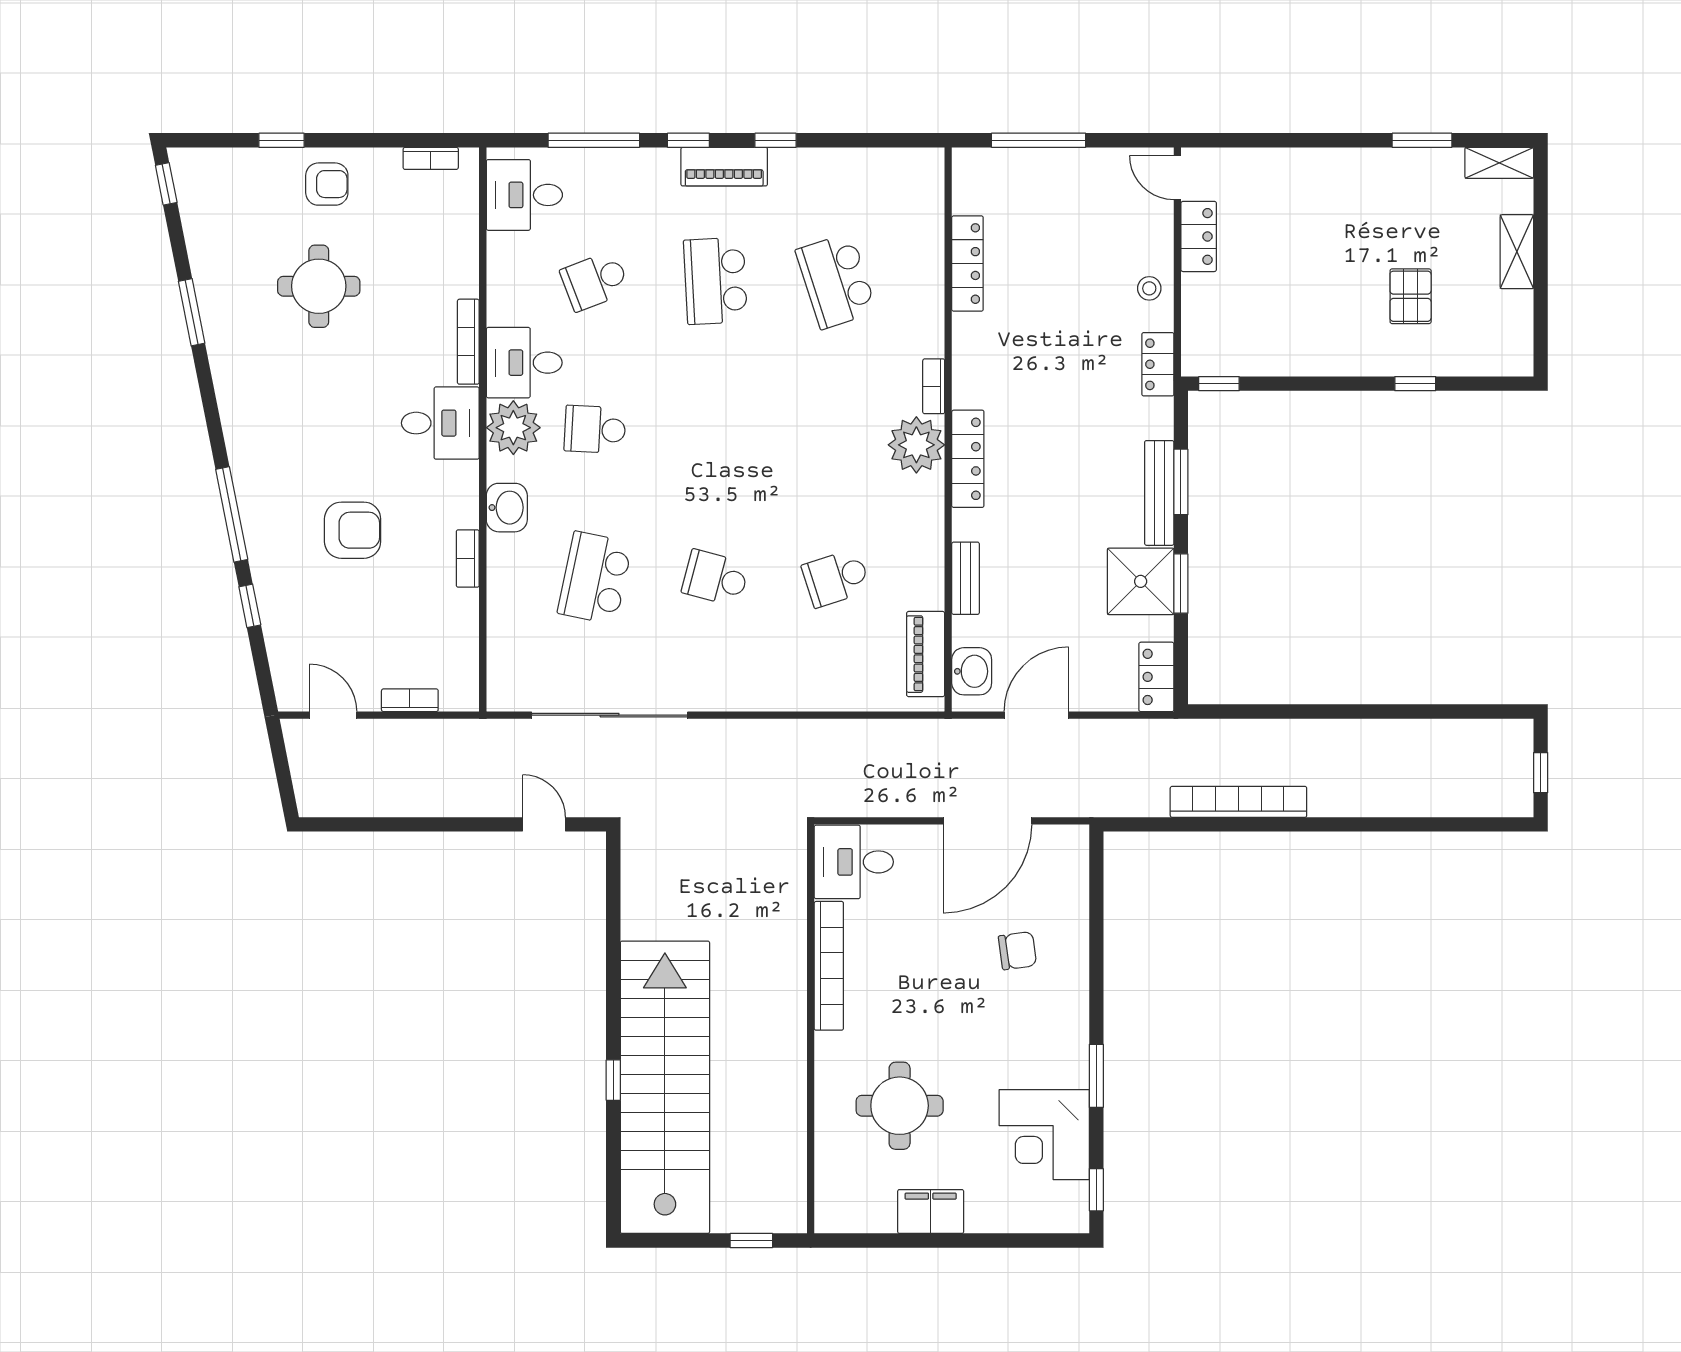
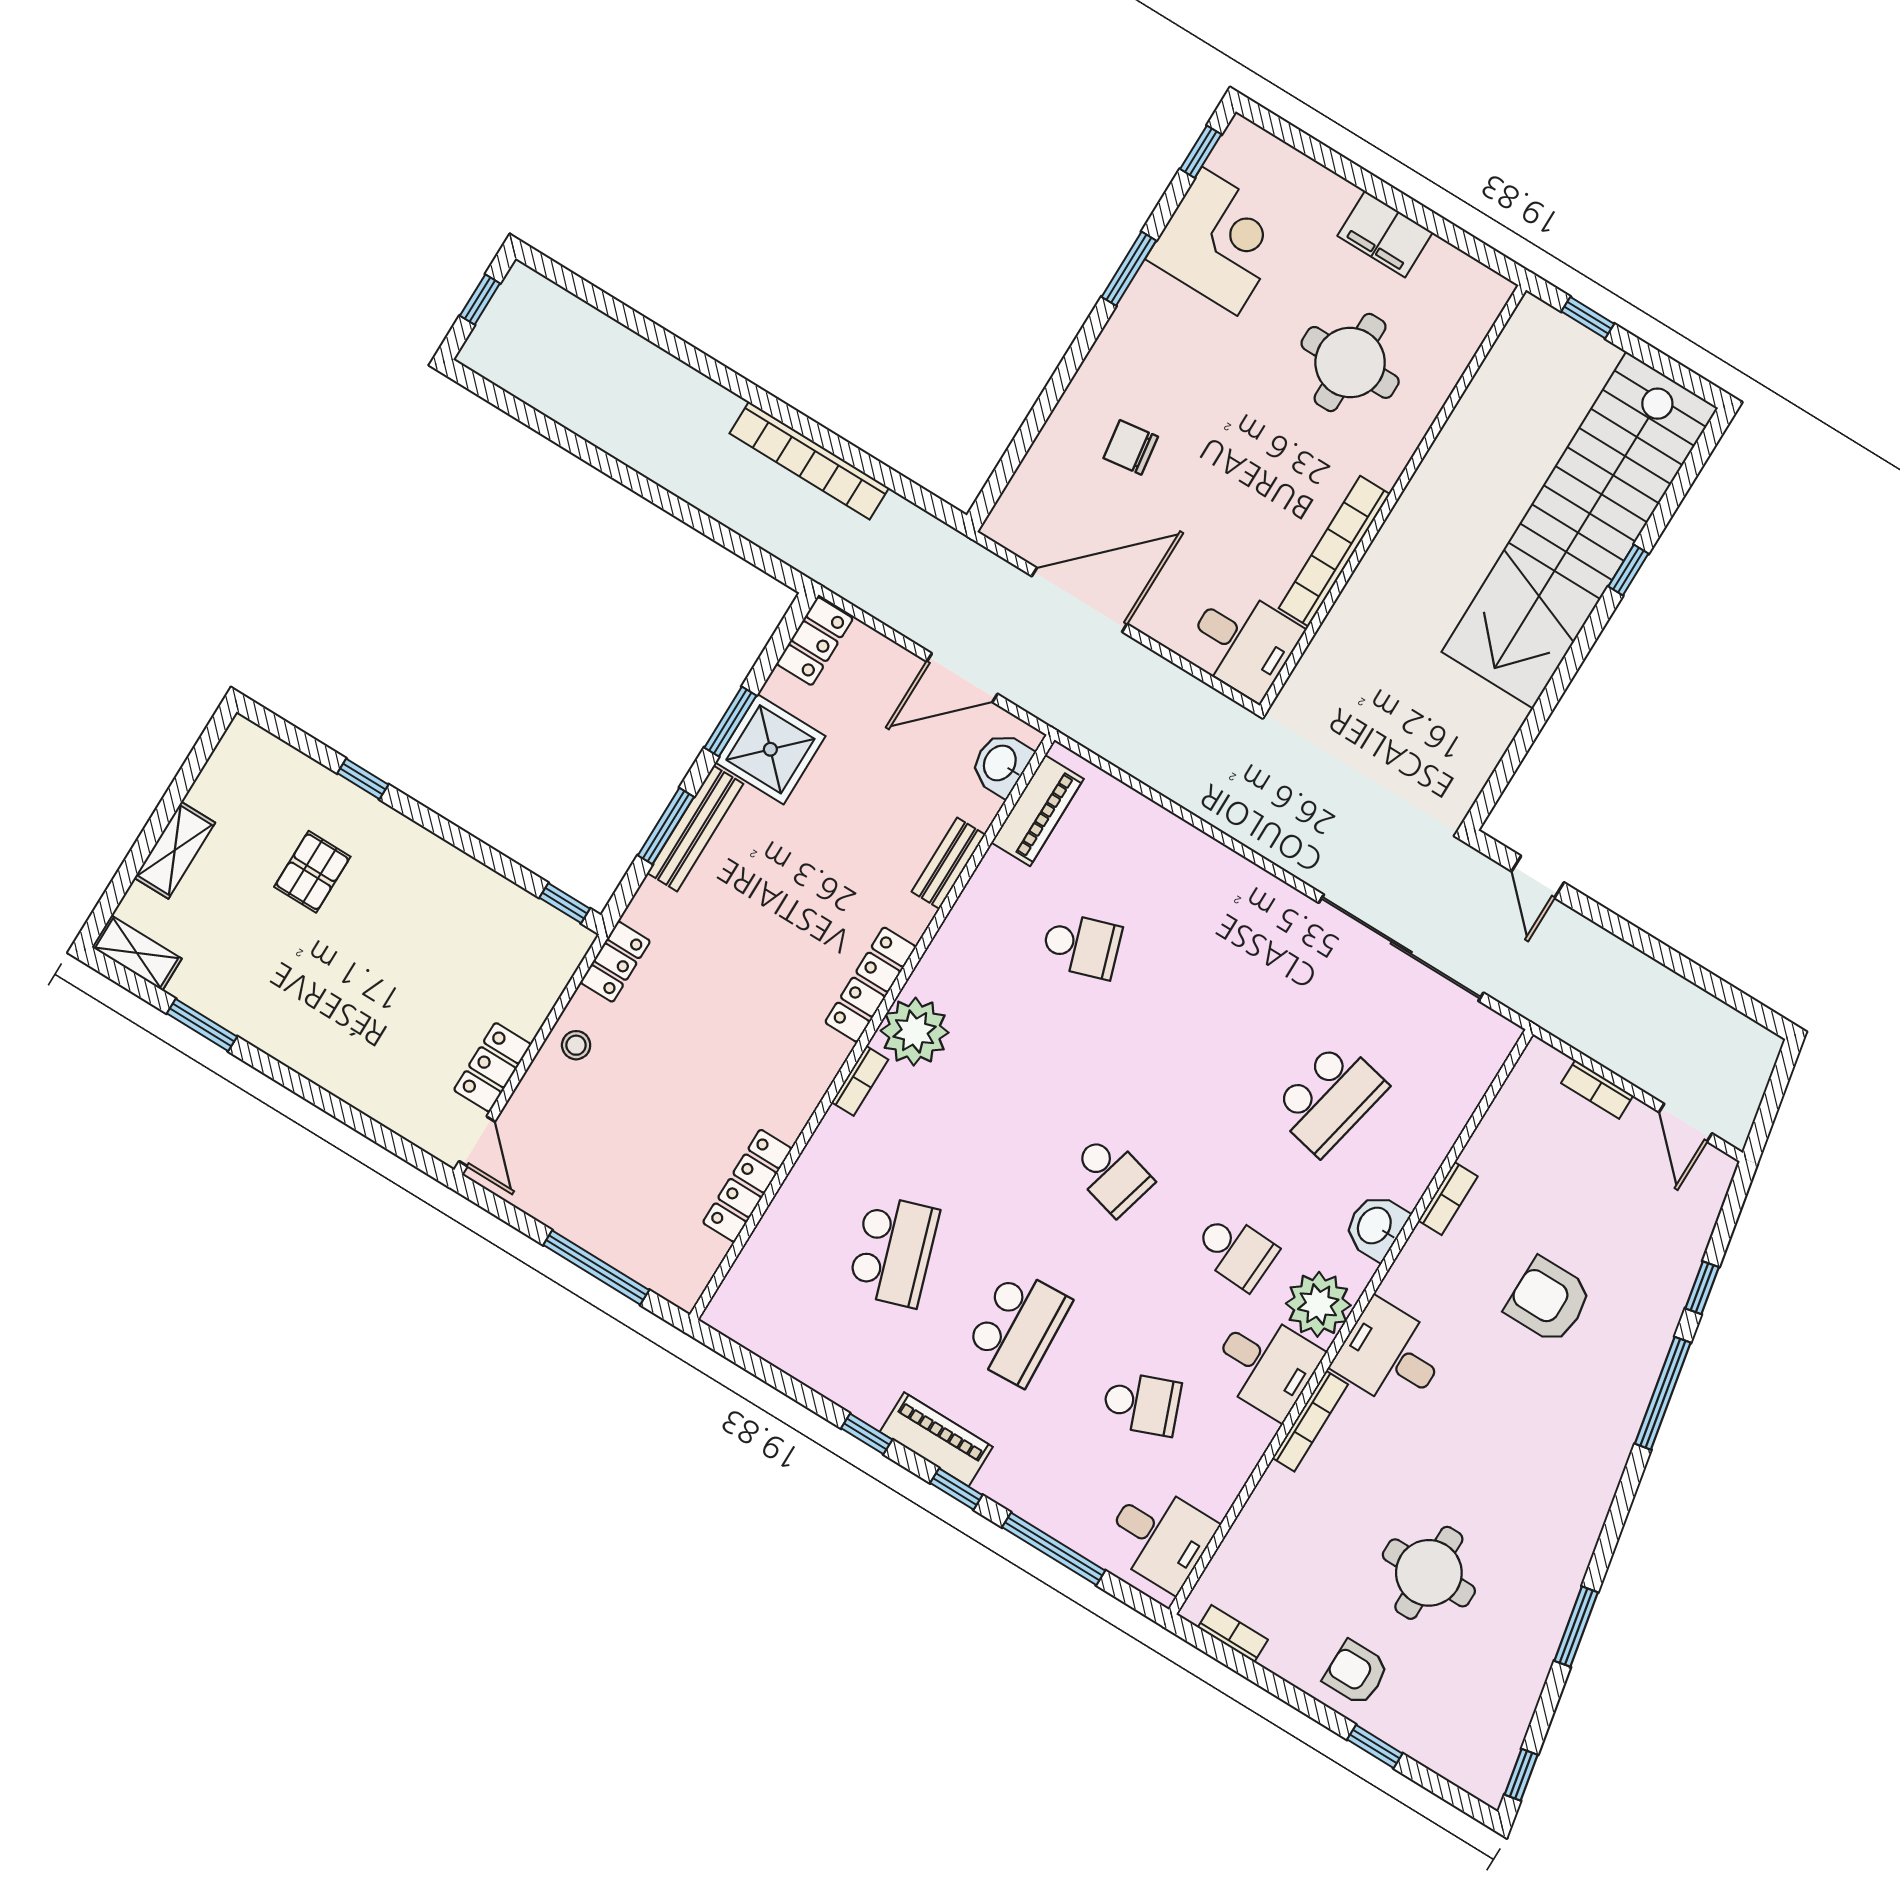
school desk: (715, 578) -> (1112, 1175), moved

